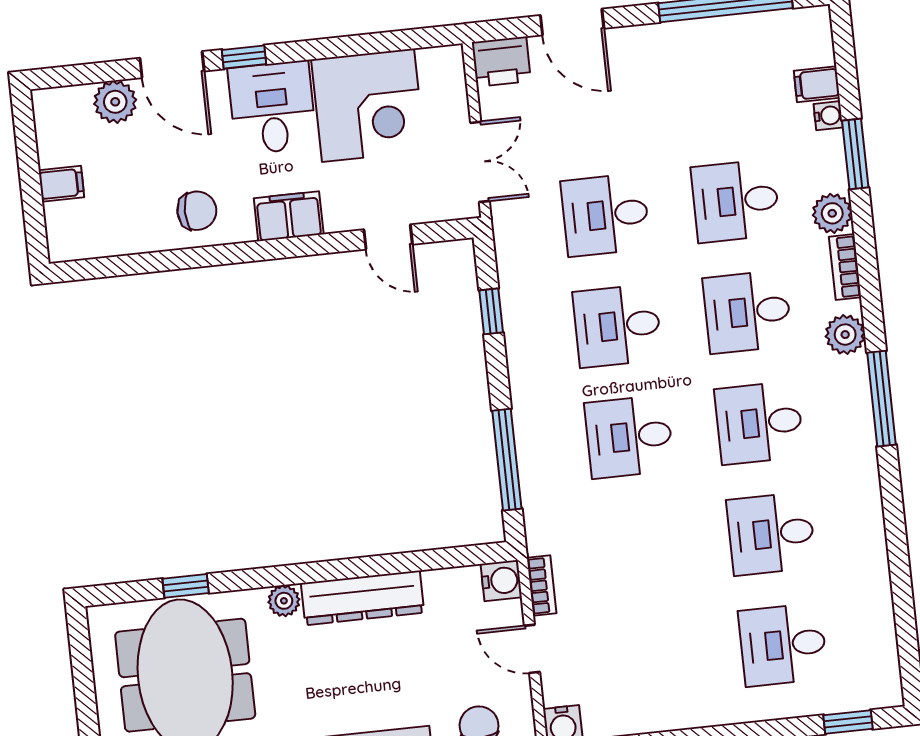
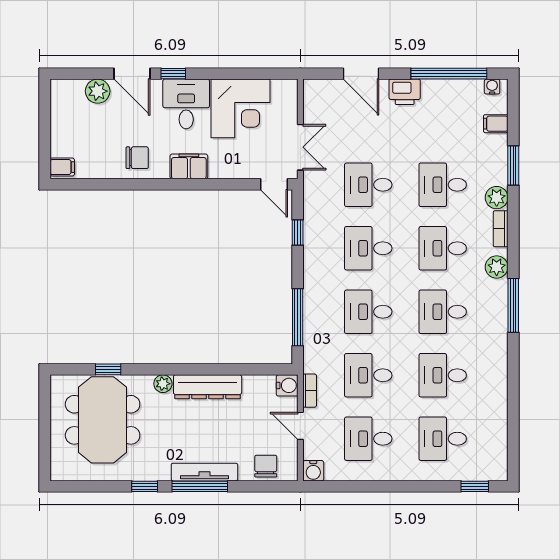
printer: (501, 62) -> (405, 92), moved
water cooler: (828, 116) -> (492, 87), moved, turned -90
filing cabinet: (61, 184) -> (62, 167), moved
door: (388, 237) -> (274, 184), moved
desk: (641, 548) -> (368, 375), added
desk: (653, 659) -> (368, 439), added

